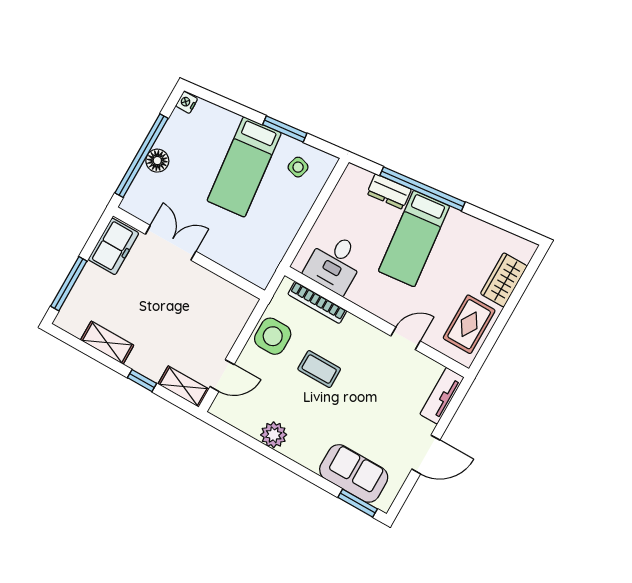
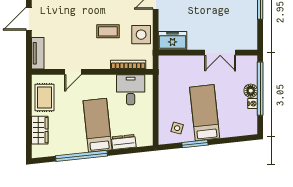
nightstand: (187, 102) -> (253, 104), moved
window: (422, 189) -> (81, 156), moved
freezer: (114, 246) -> (173, 41), moved, turned 90

